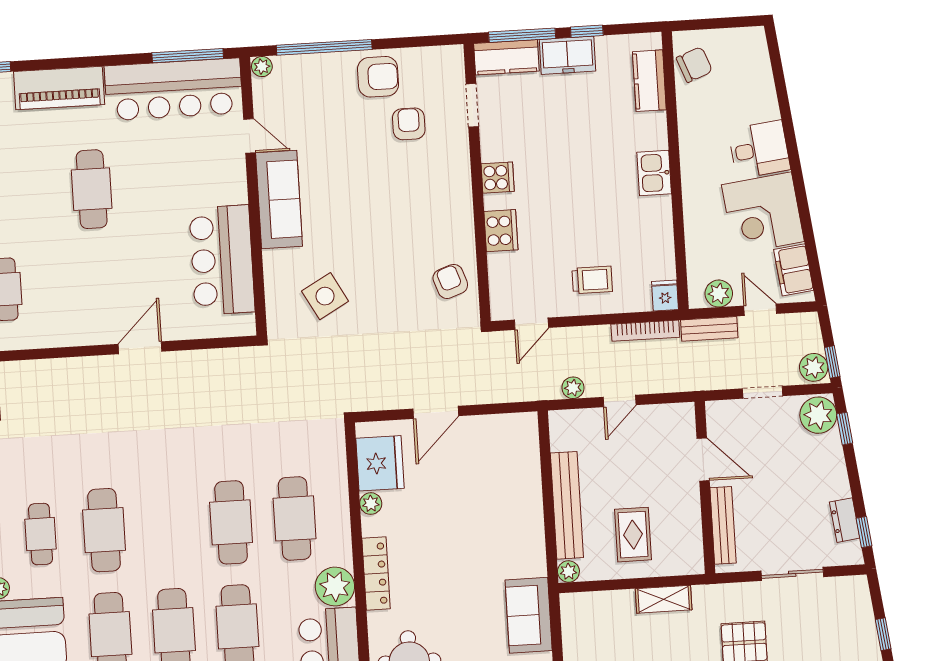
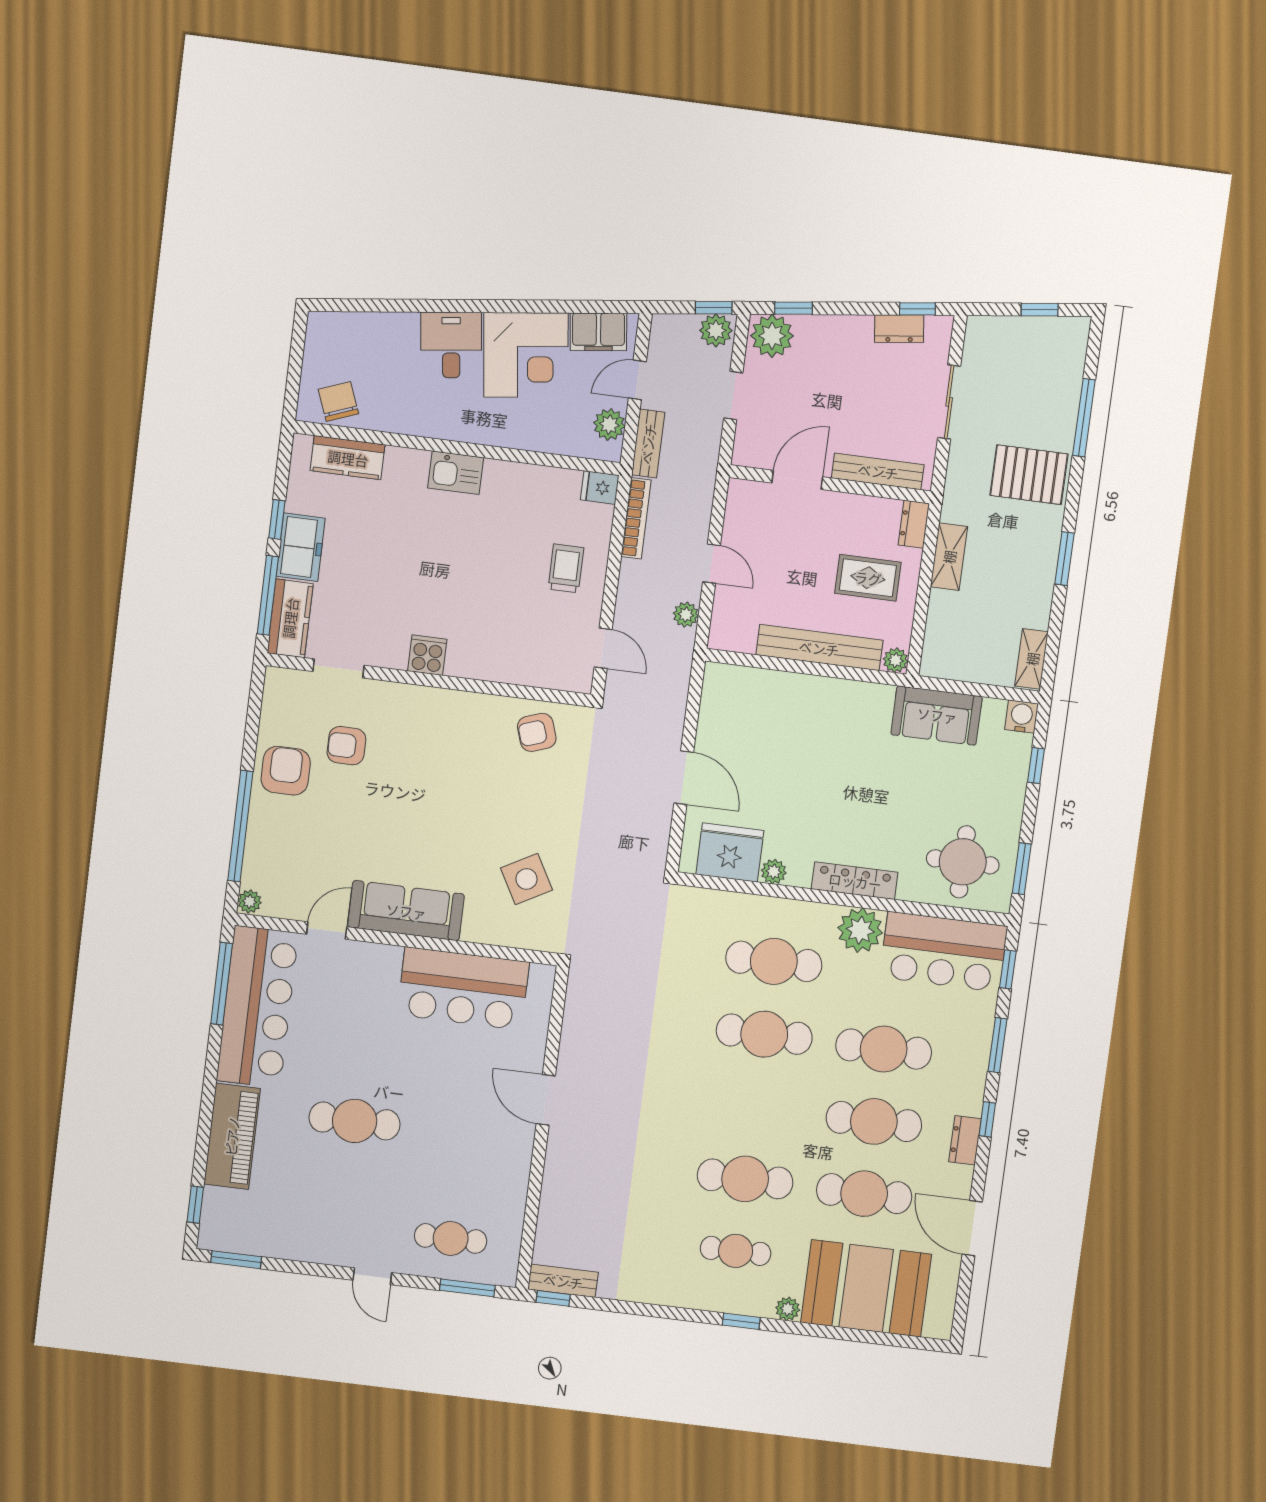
cooker: (501, 231) -> (489, 663), removed
dresser: (685, 564) -> (914, 524), added

